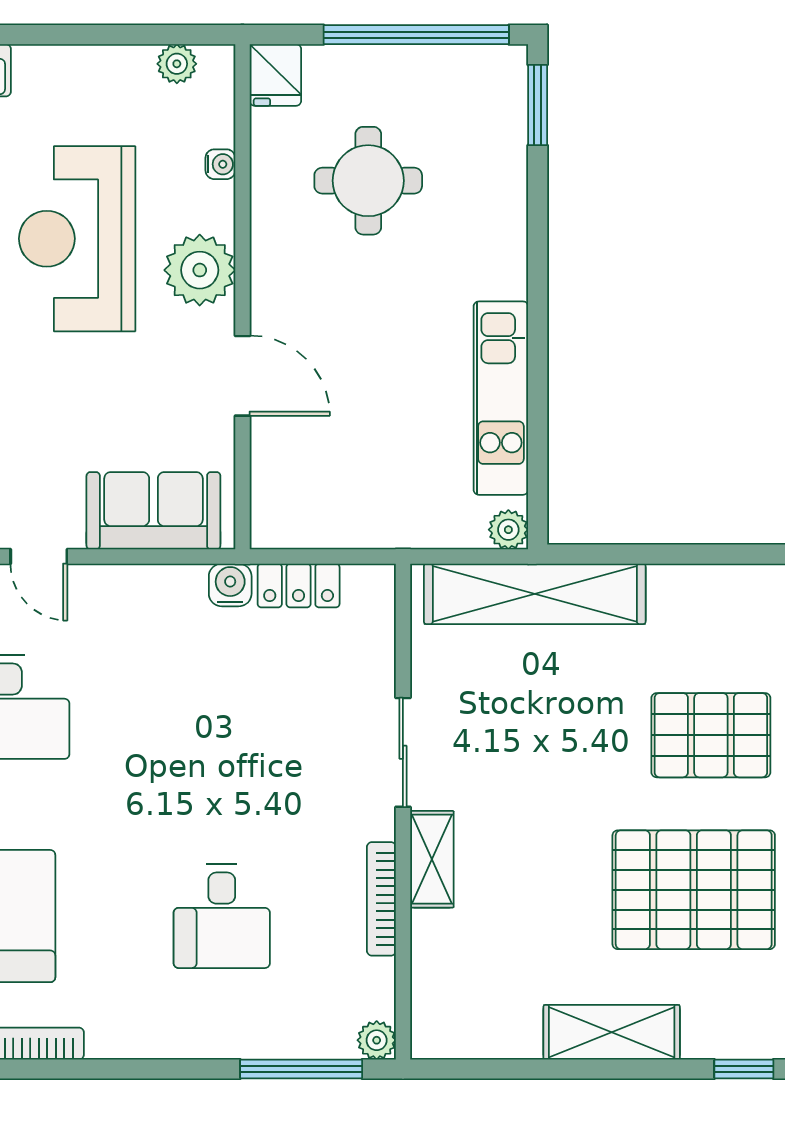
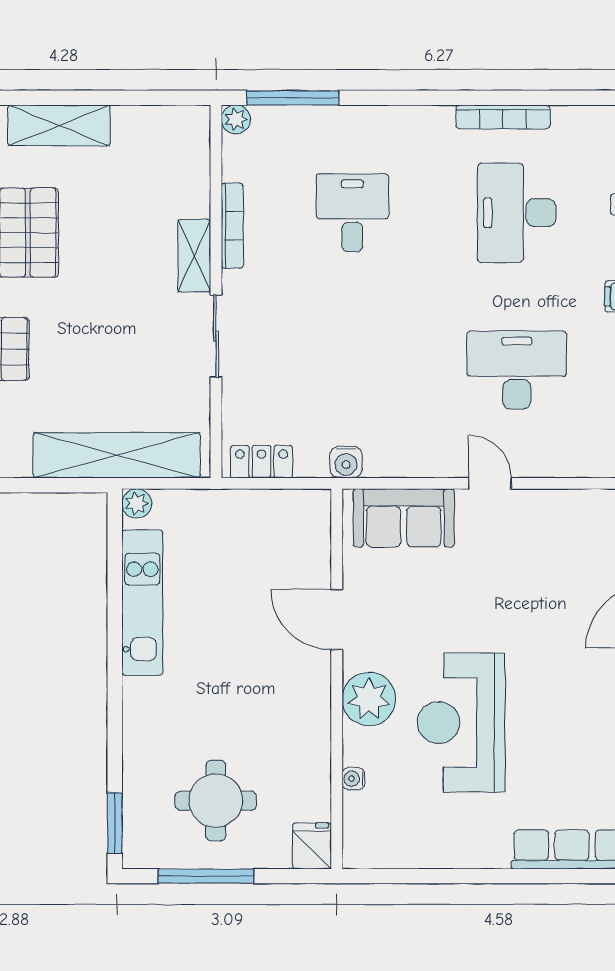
window: (416, 35) -> (206, 876), width x0.68
plant: (177, 64) -> (386, 854), removed
round table: (368, 181) -> (216, 801), moved
reception desk: (77, 239) -> (461, 723), turned 180
locker: (299, 585) -> (262, 462), moved

